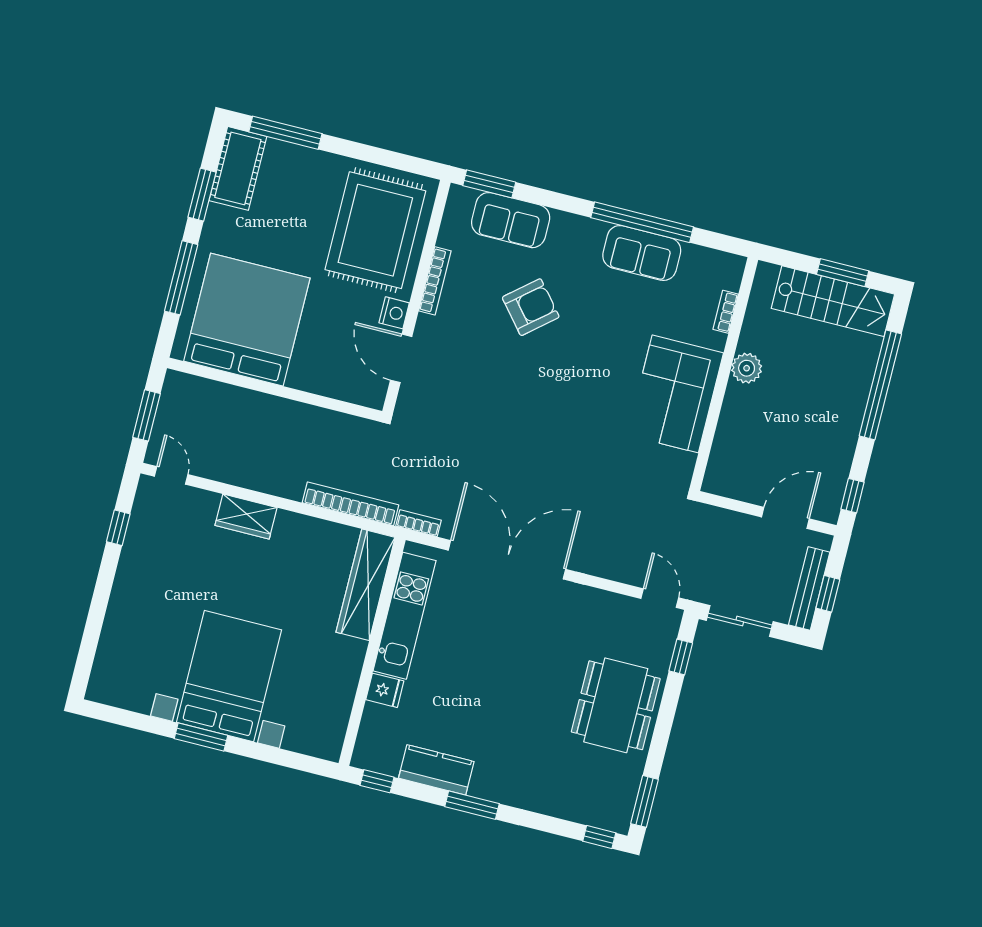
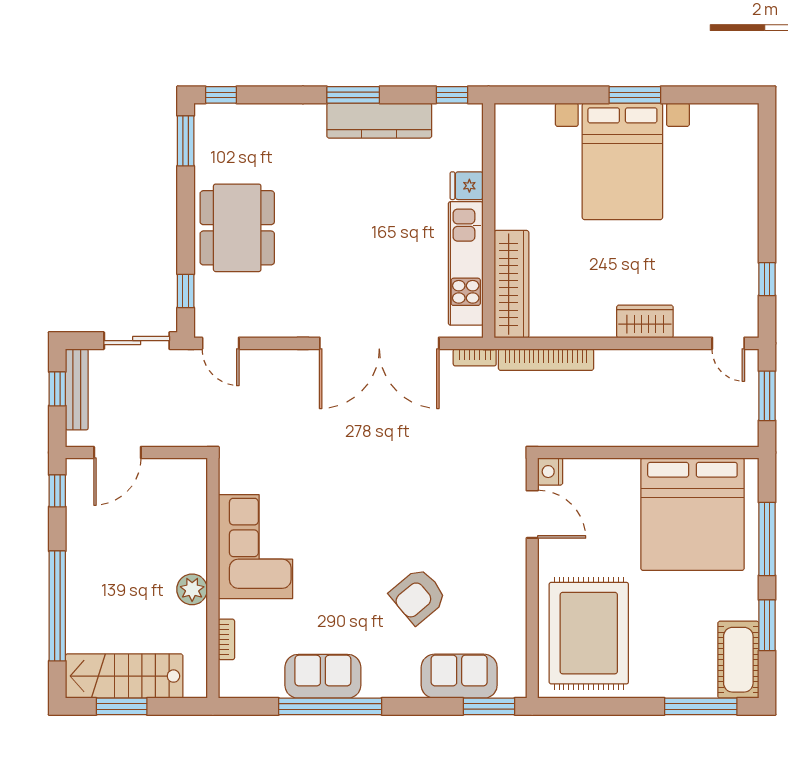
bookcase: (435, 281) -> (518, 598), removed
nightstand: (394, 313) -> (550, 472), moved
kitchen counter: (436, 770) -> (379, 121), width x1.50

